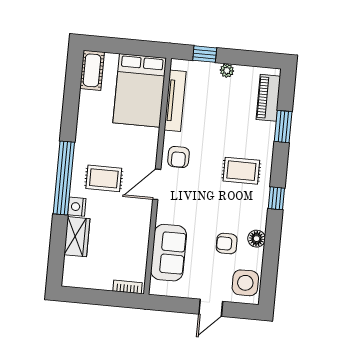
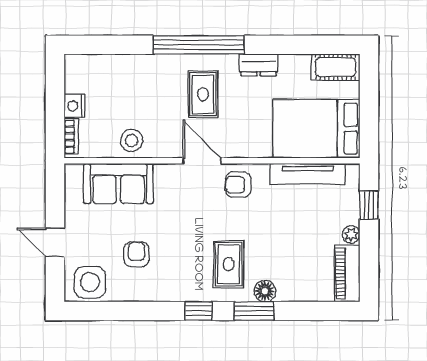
piano: (268, 98) -> (347, 273), moved, turned -90
window: (283, 127) -> (254, 311), moved
dresser: (84, 132) -> (259, 65), added
nightstand: (77, 207) -> (75, 106), moved, turned -90
wardrobe: (77, 237) -> (127, 68), removed
stool: (135, 239) -> (132, 140), added
floor lamp: (257, 239) -> (265, 291), moved

